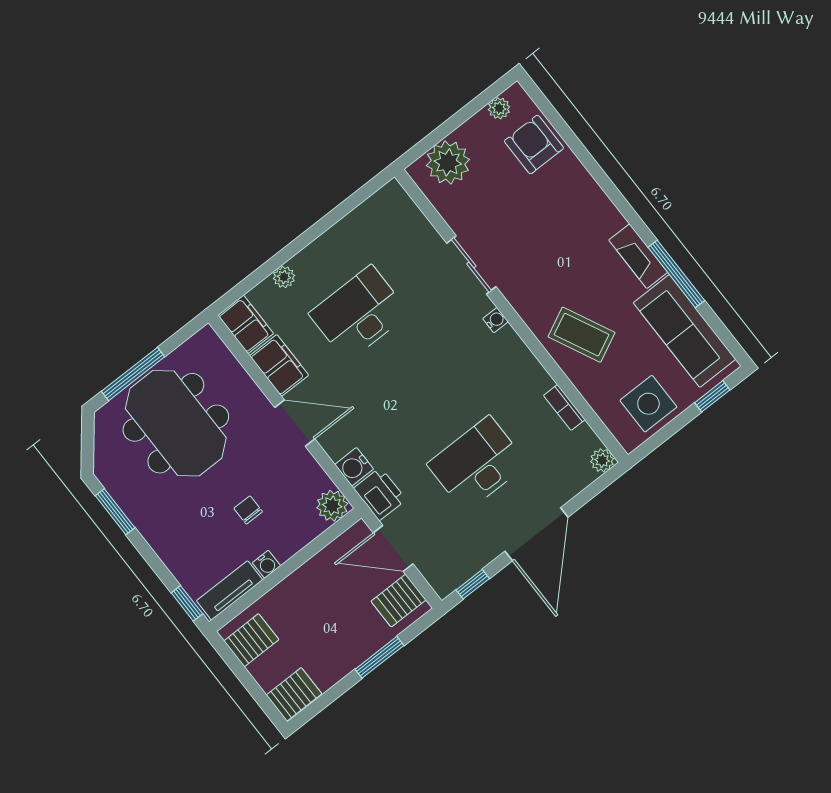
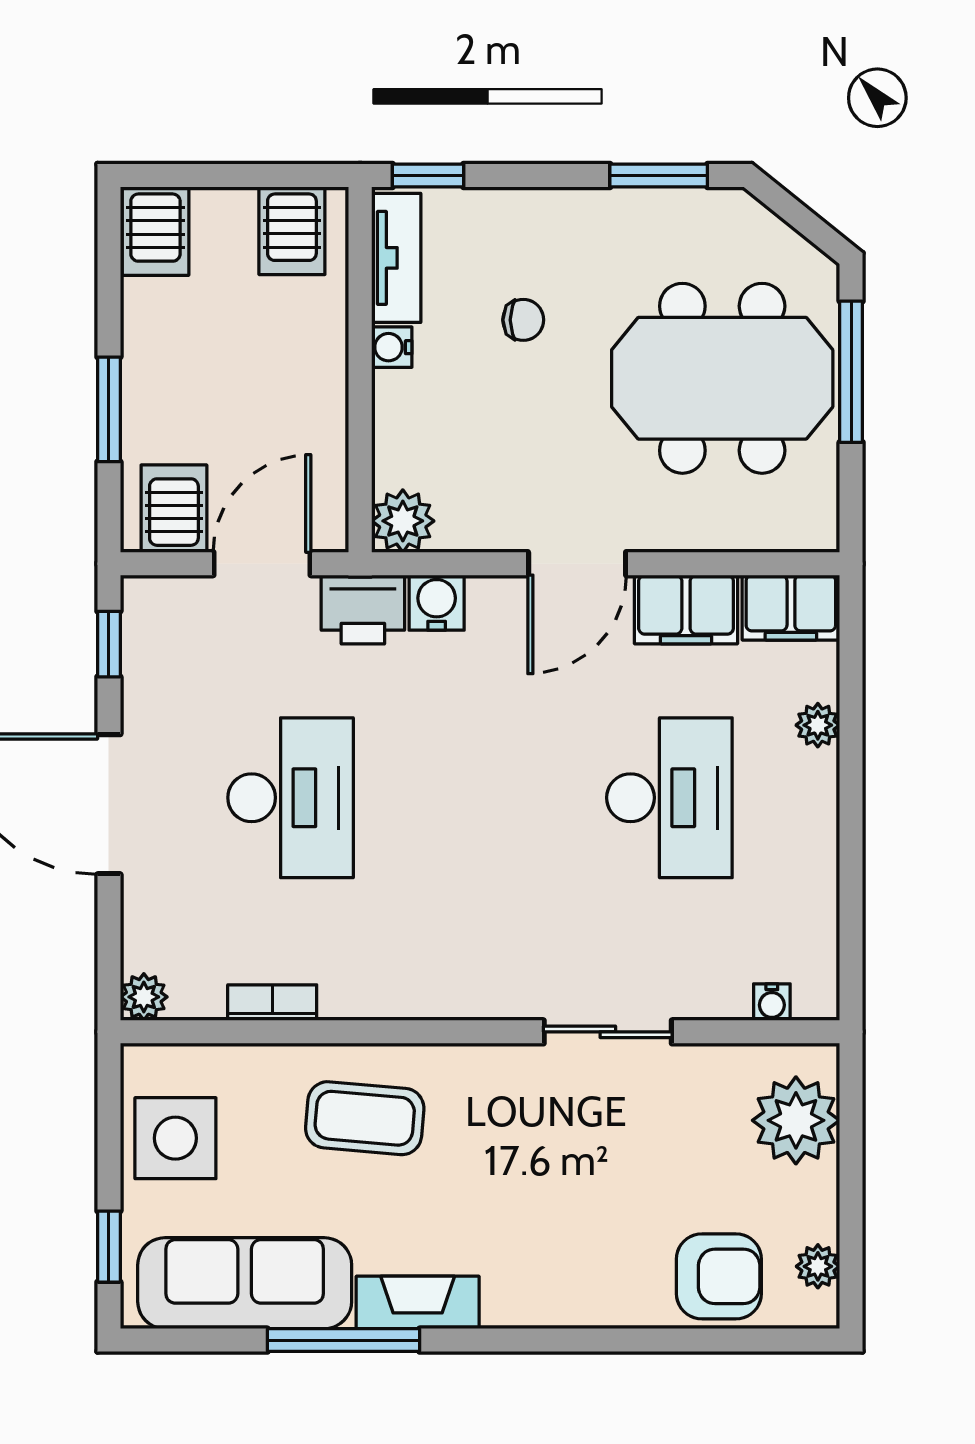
water cooler: (496, 320) -> (772, 1002), moved
coffee table: (581, 335) -> (365, 1118), turned 31
chair: (248, 510) -> (523, 320), moved

